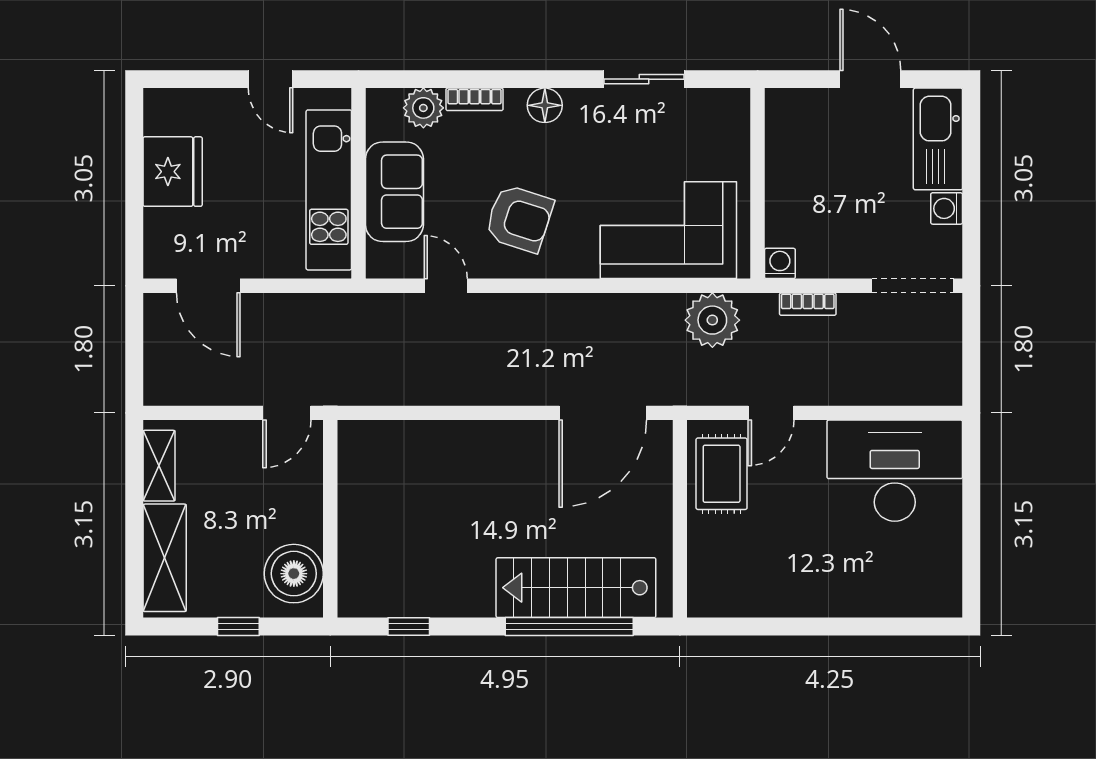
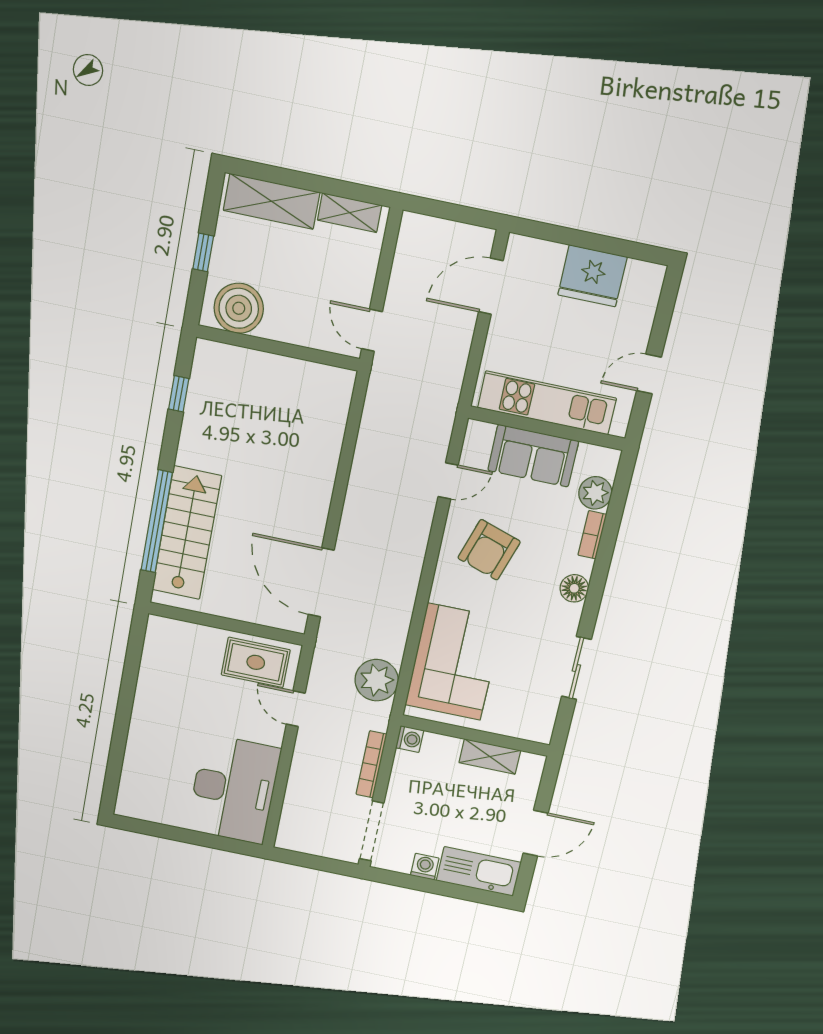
shelving: (781, 159) -> (490, 757), added
bookcase: (808, 304) -> (371, 764), width x1.56

